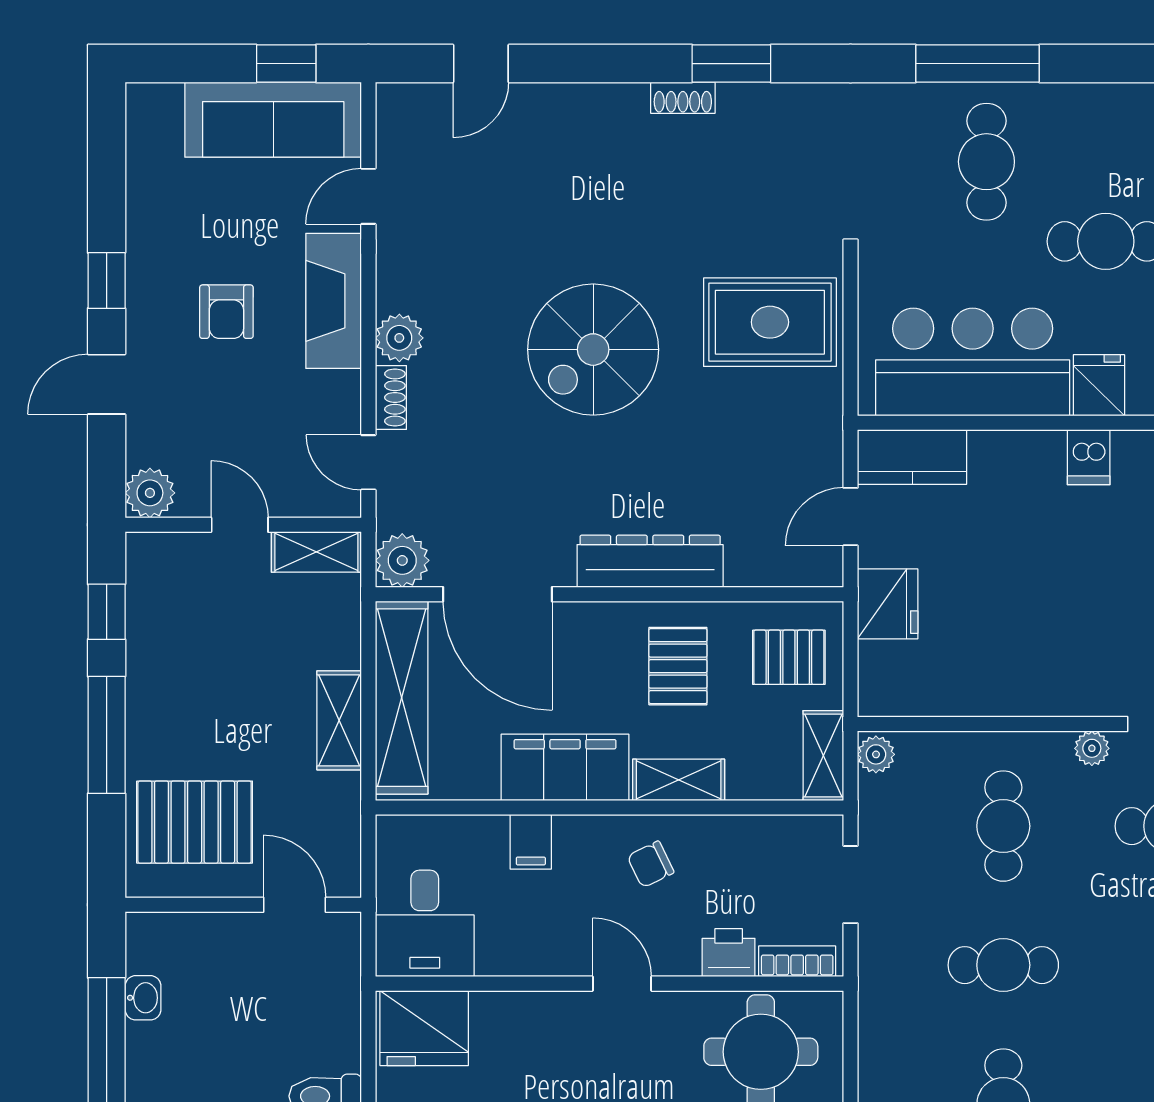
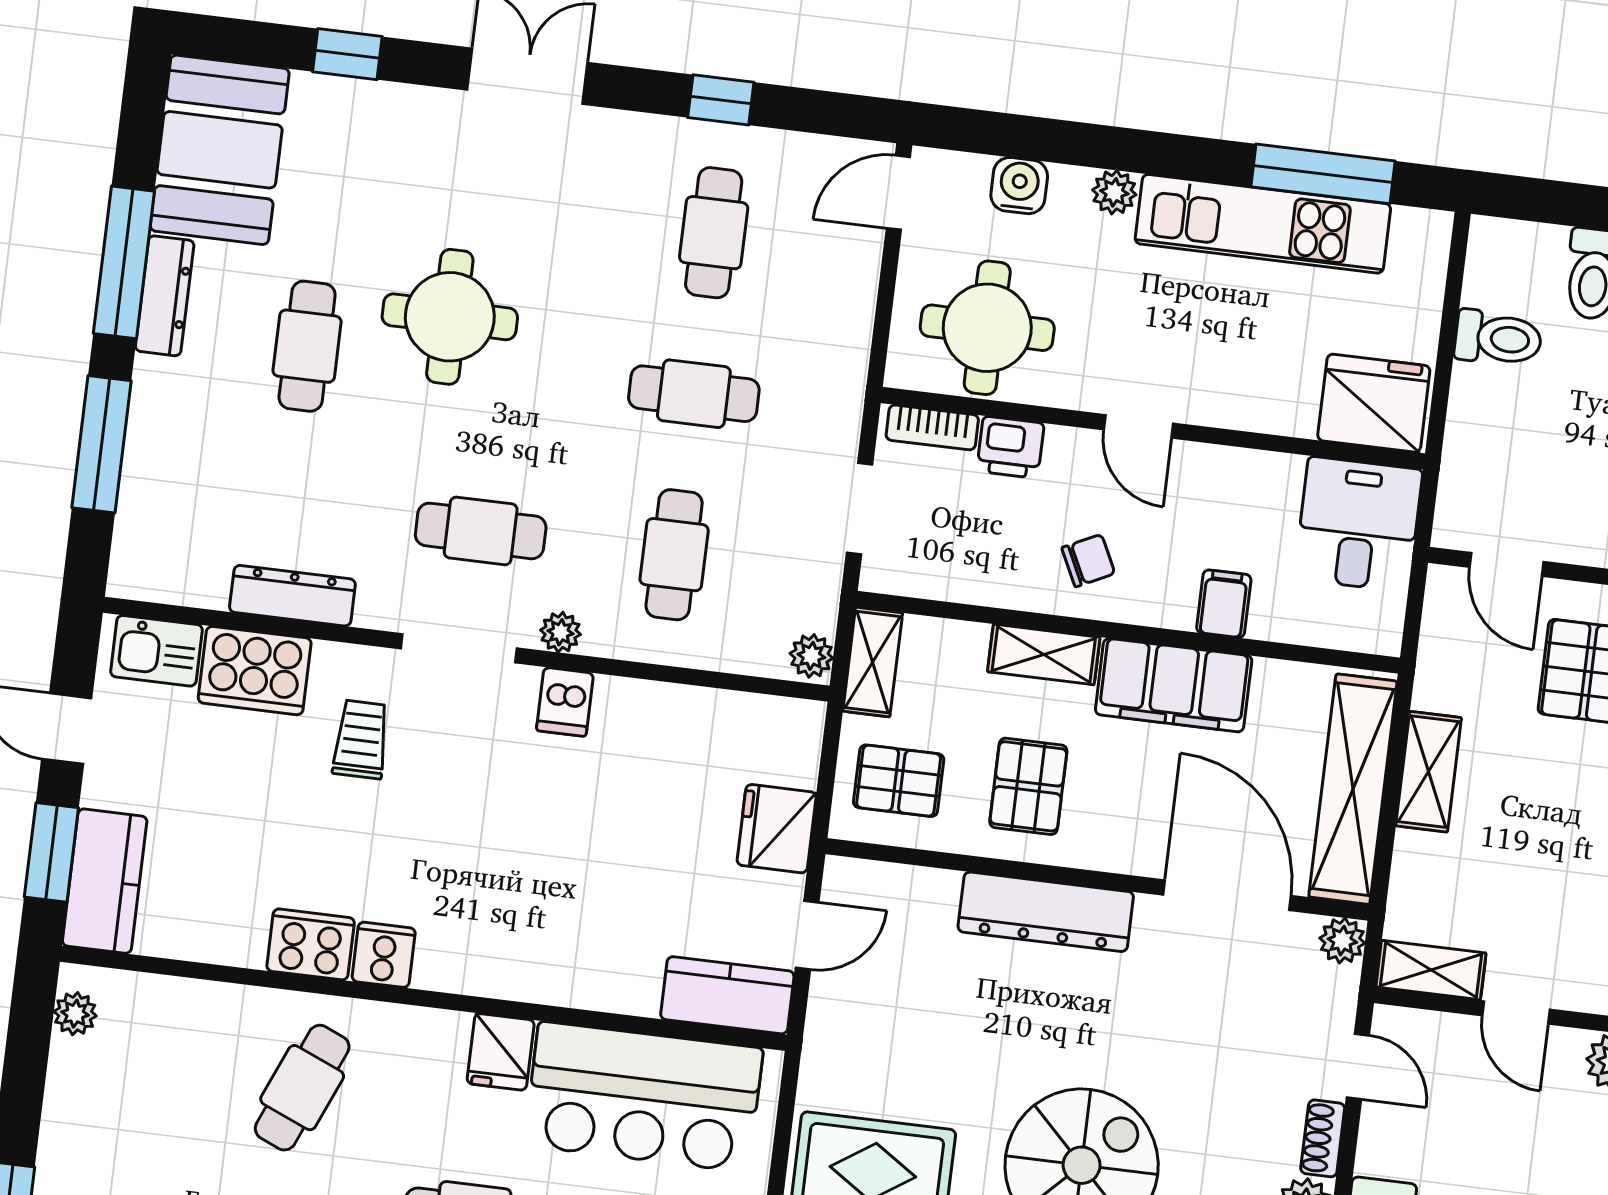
dishwasher: (1089, 457) -> (565, 702), moved, turned 180
plant: (402, 560) -> (1342, 941), width x0.73, depth x0.73

